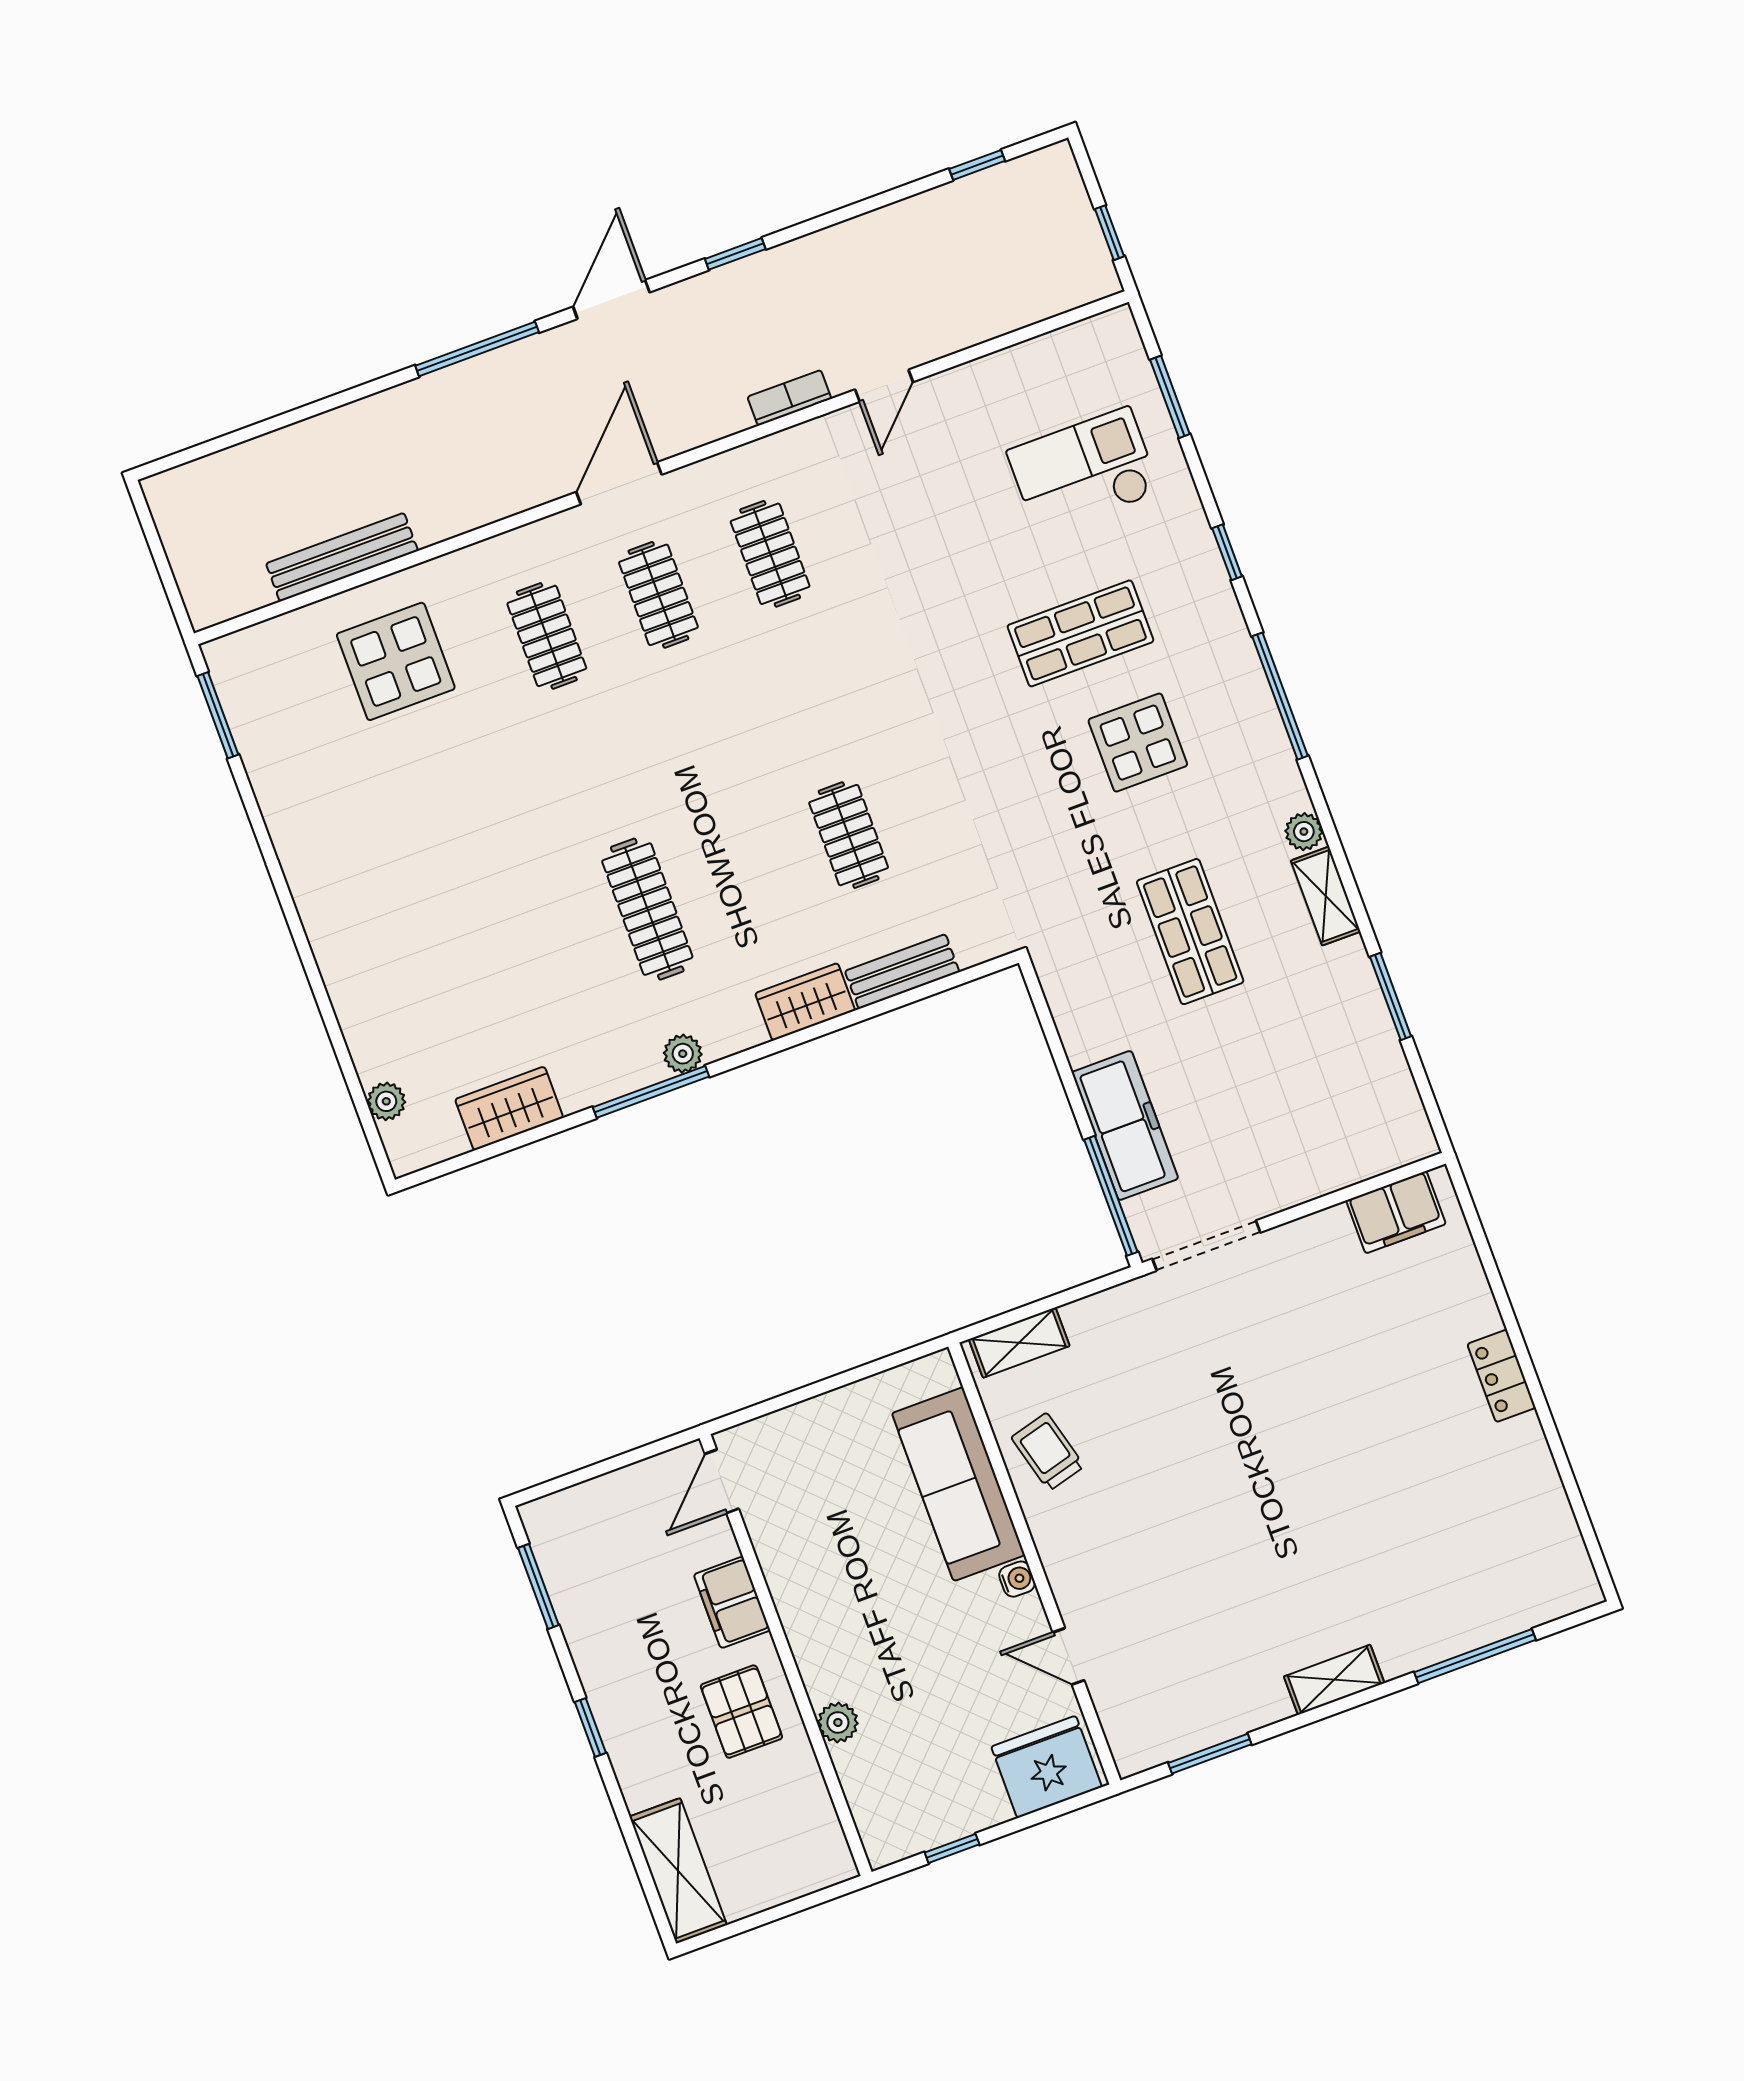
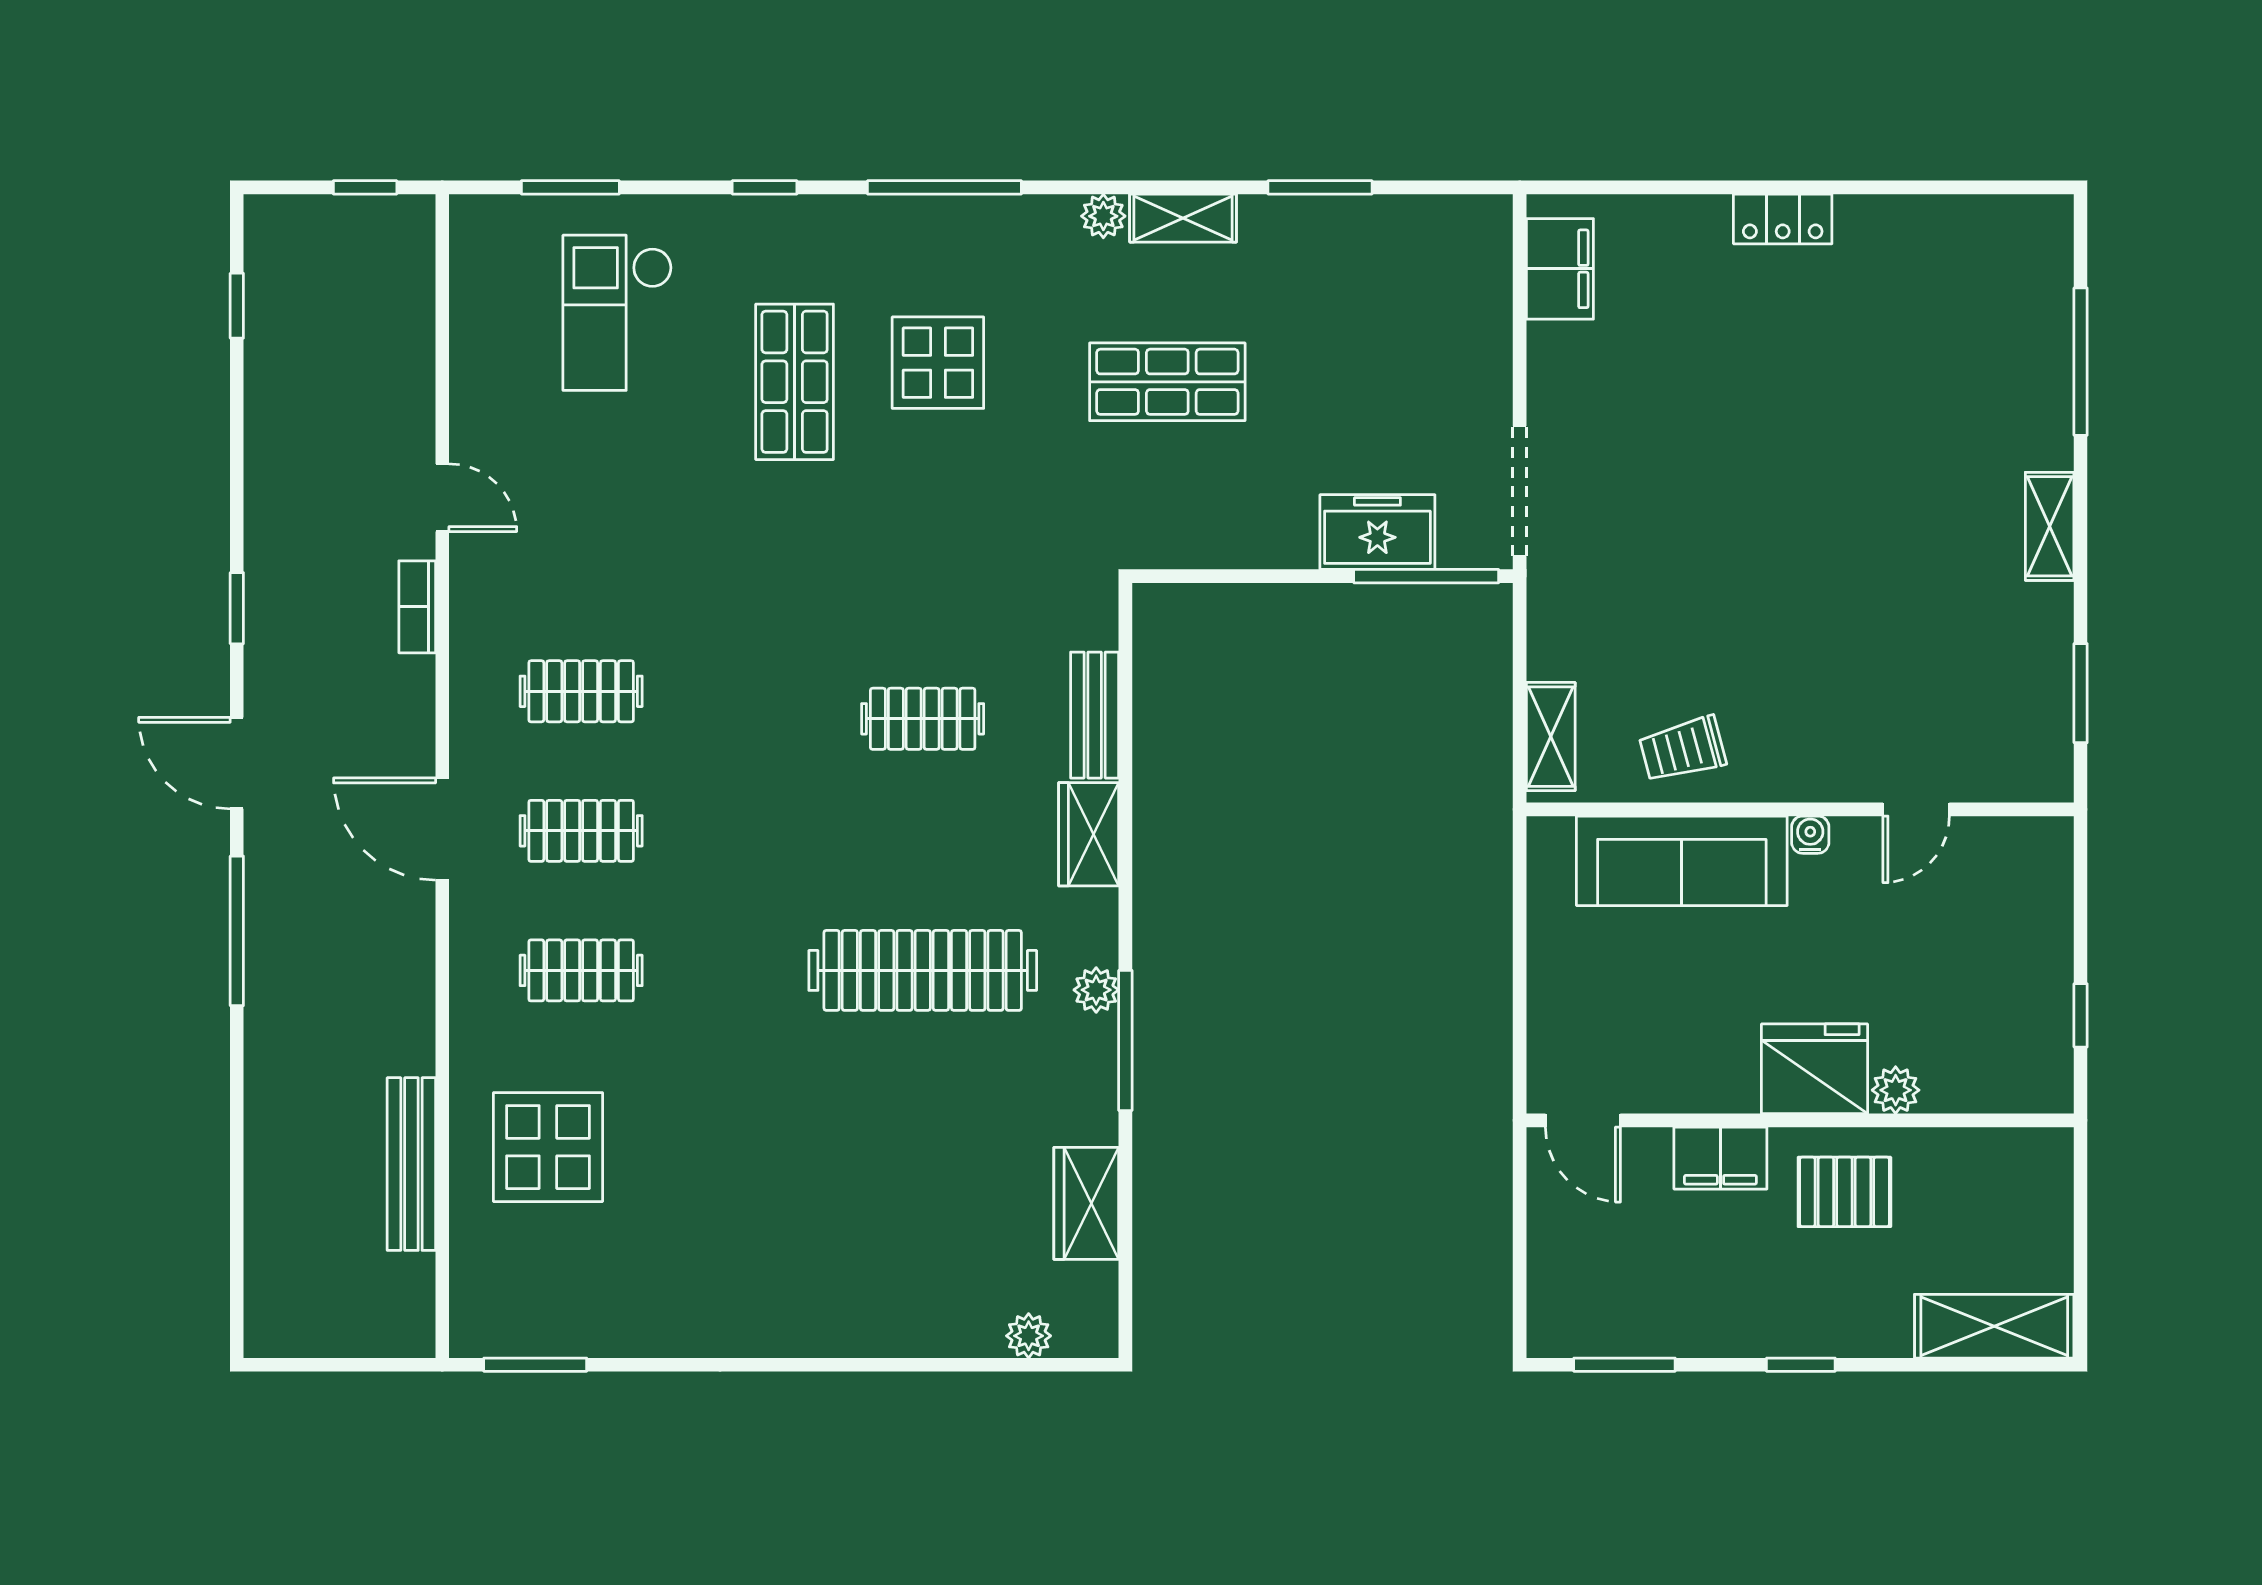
clothes rail: (647, 909) -> (923, 970), width x1.37, depth x1.31
freezer: (1125, 1125) -> (1377, 532), width x0.71
fridge: (1047, 1767) -> (1814, 1069), moved, turned 90

